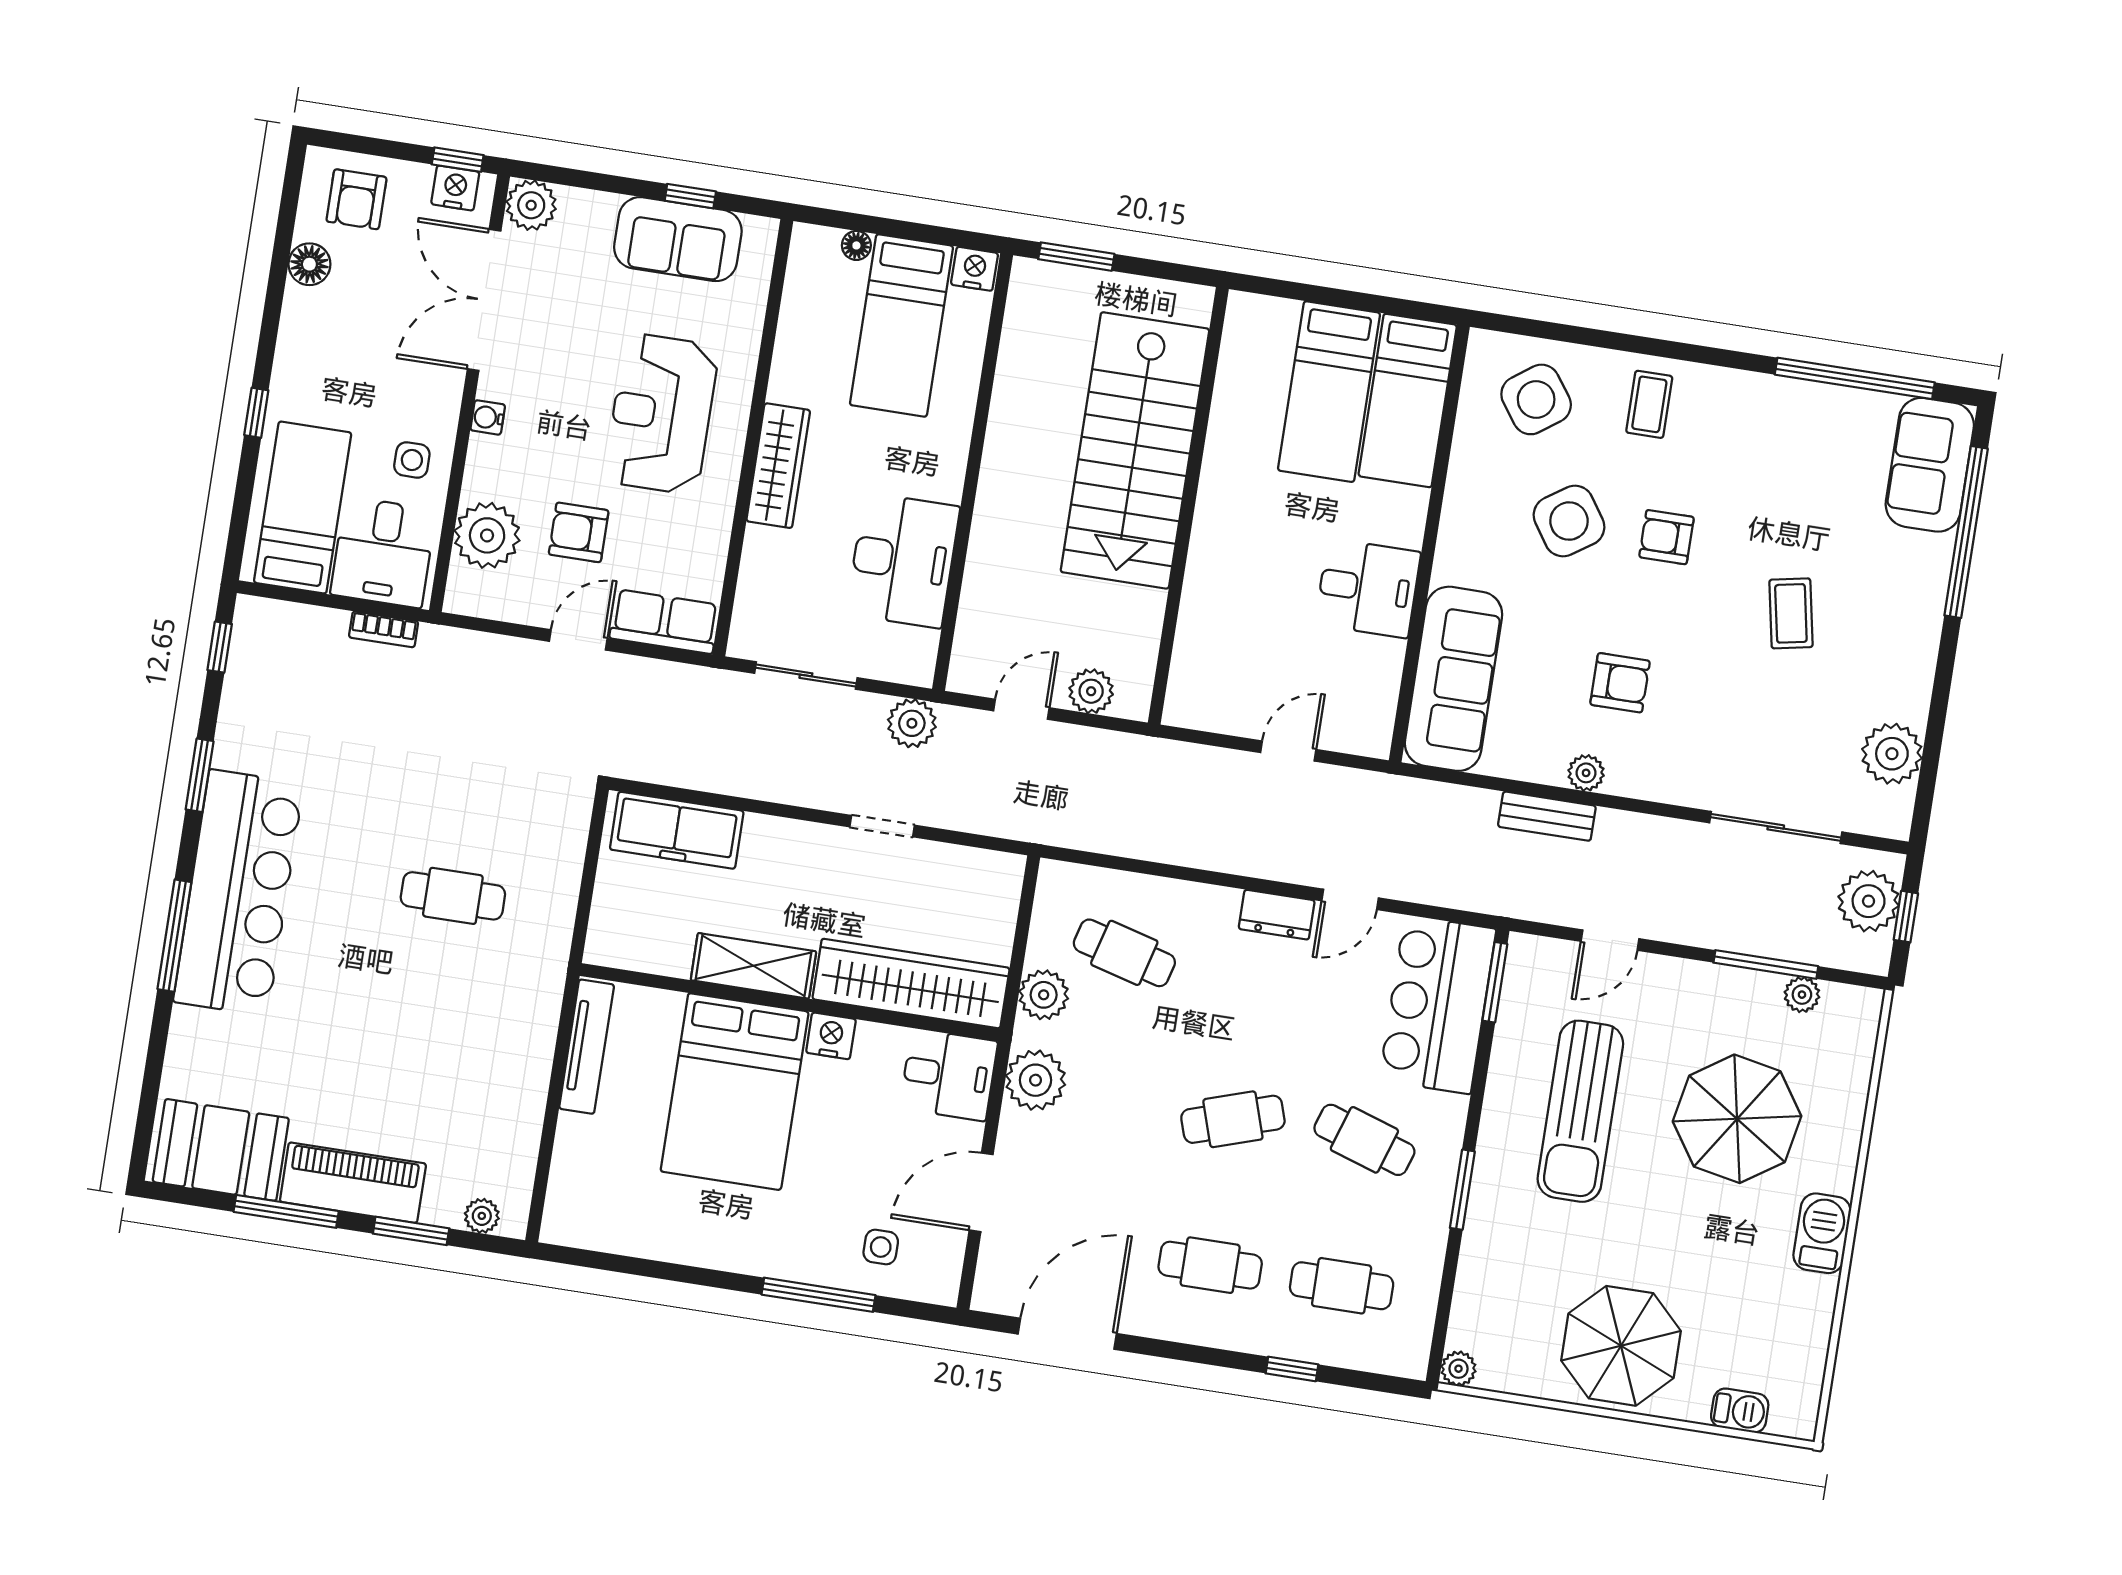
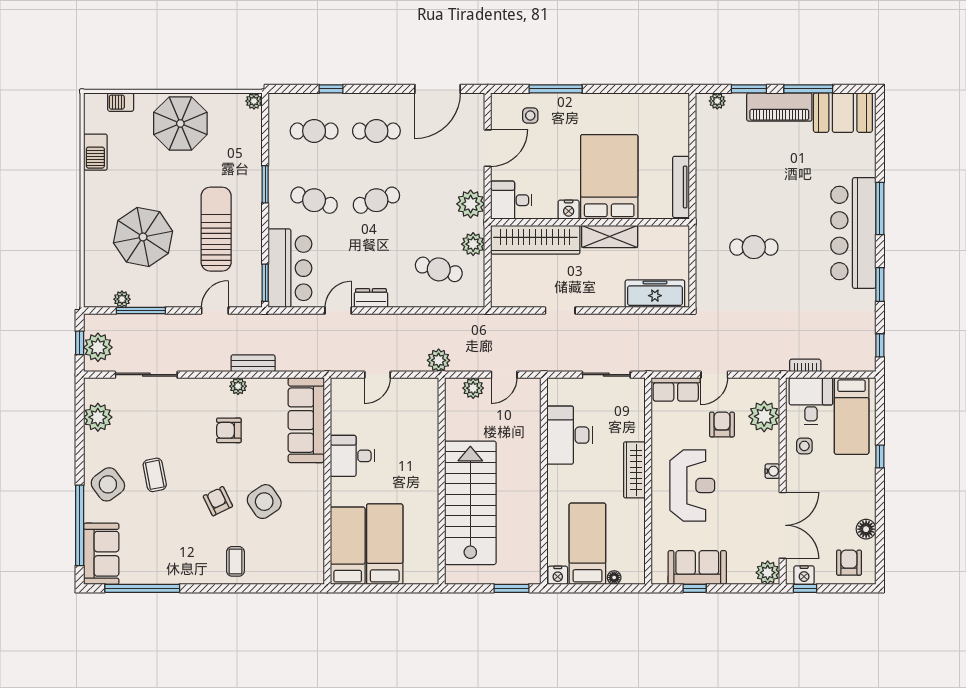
side table: (1536, 399) -> (108, 484), moved
armchair: (579, 532) -> (722, 424), turned -90
armchair: (1667, 537) -> (218, 501), turned -116
plant: (912, 723) -> (439, 360), moved
barbecue: (1822, 1233) -> (95, 152), moved

